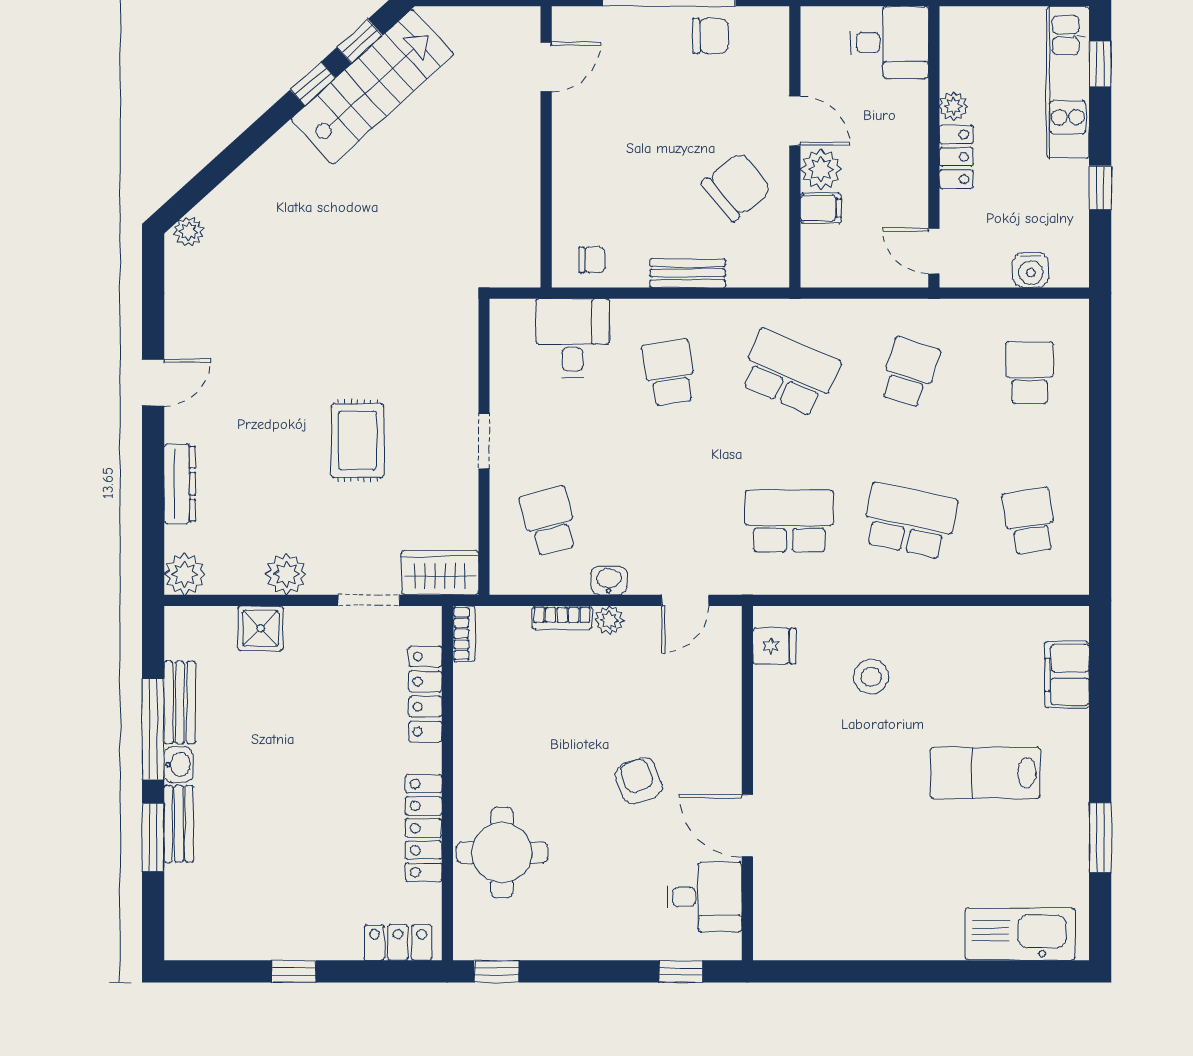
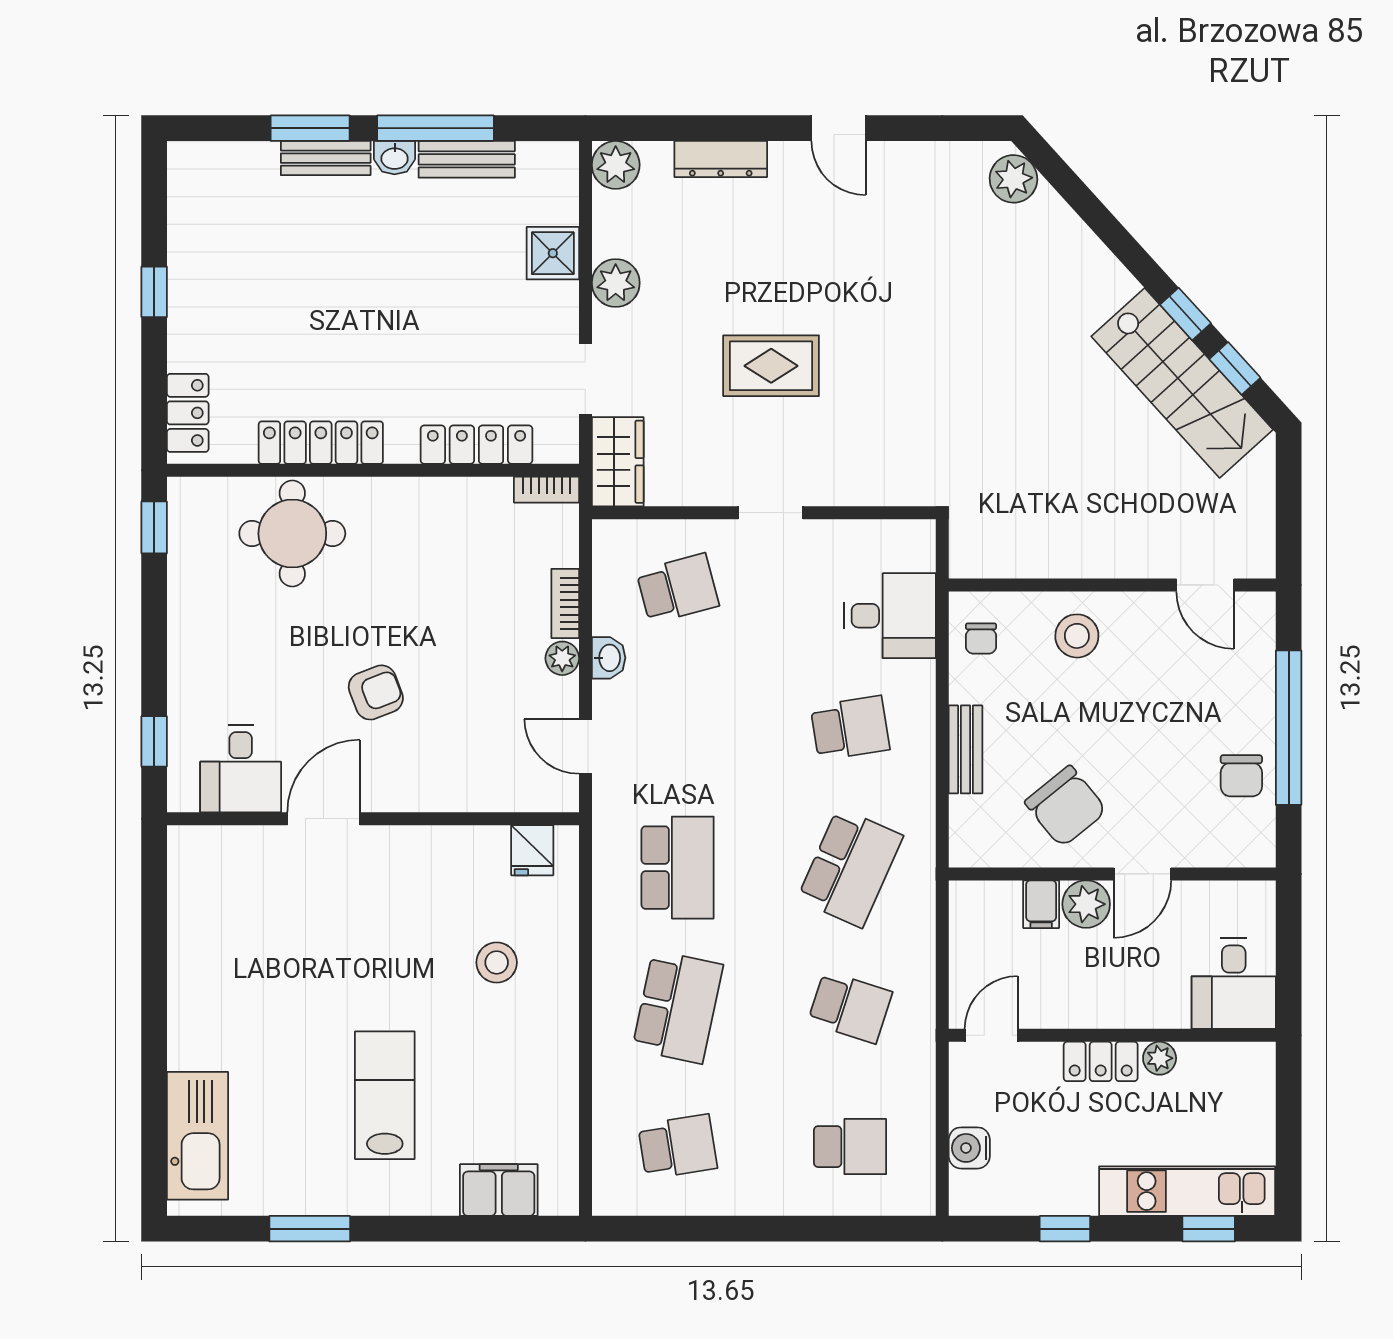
stool: (590, 177) -> (1077, 636), added
plant: (189, 231) -> (1013, 179), width x1.38, depth x1.38

